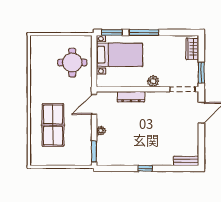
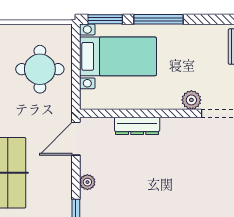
plant: (153, 81) -> (191, 100), moved

